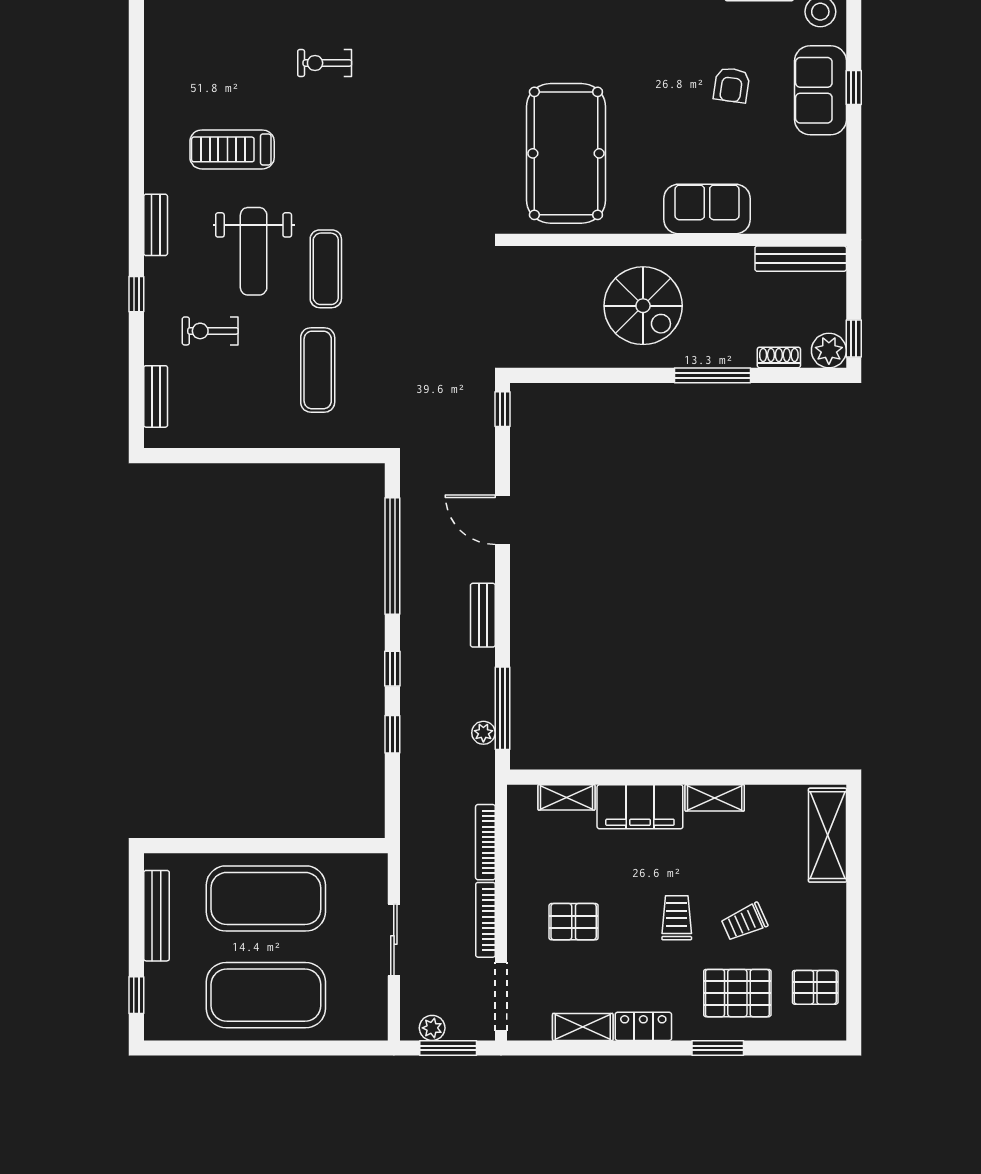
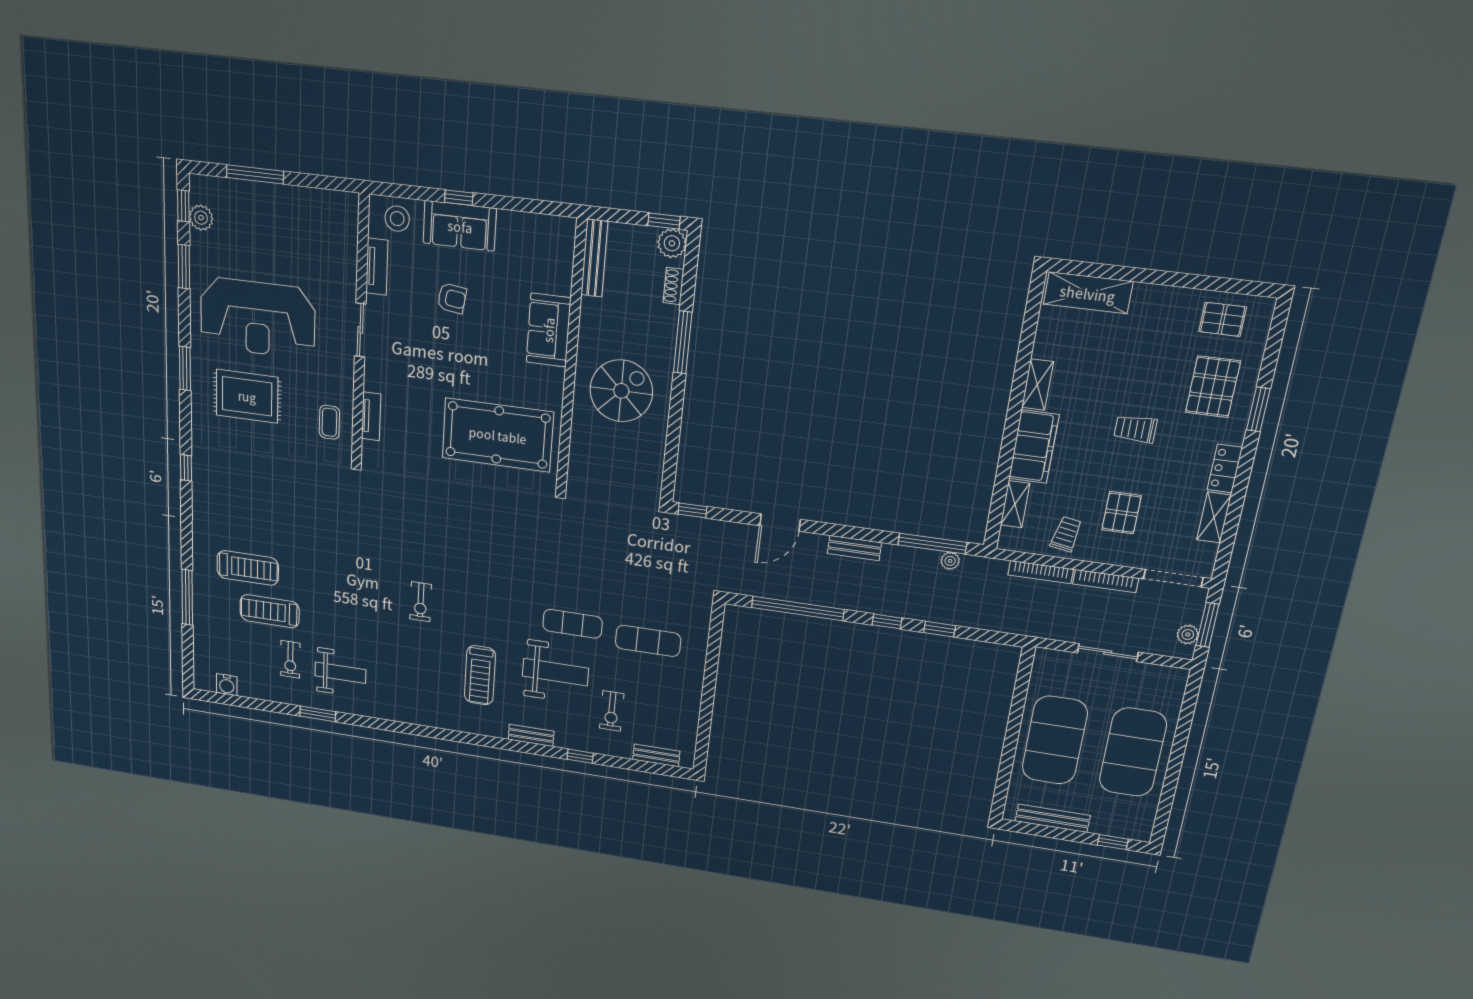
trolley: (744, 922) -> (1066, 534), moved, turned -146
pallet: (815, 987) -> (1223, 319), turned 90

